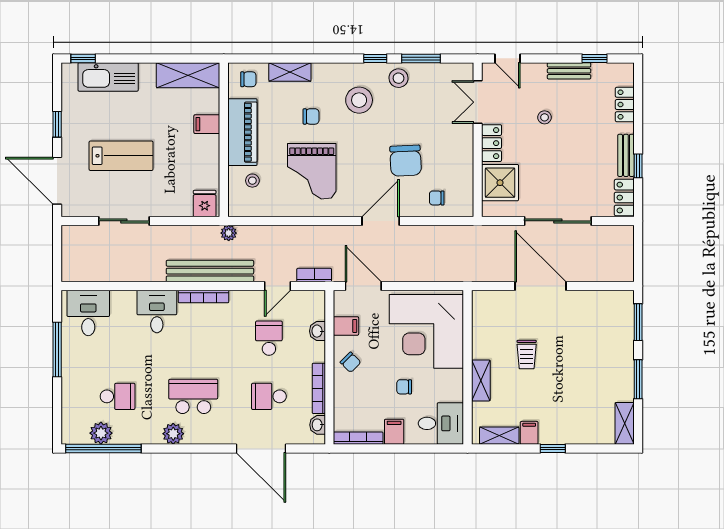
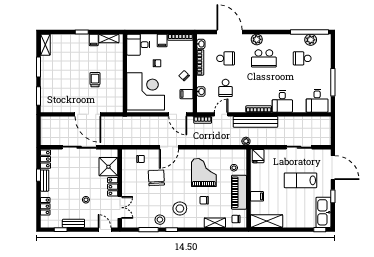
kitchen sink: (108, 77) -> (323, 212), moved, turned -90
shelving: (481, 380) -> (118, 66), removed
plant: (173, 434) -> (257, 39), moved

